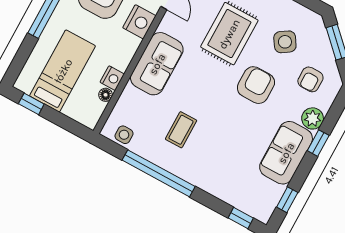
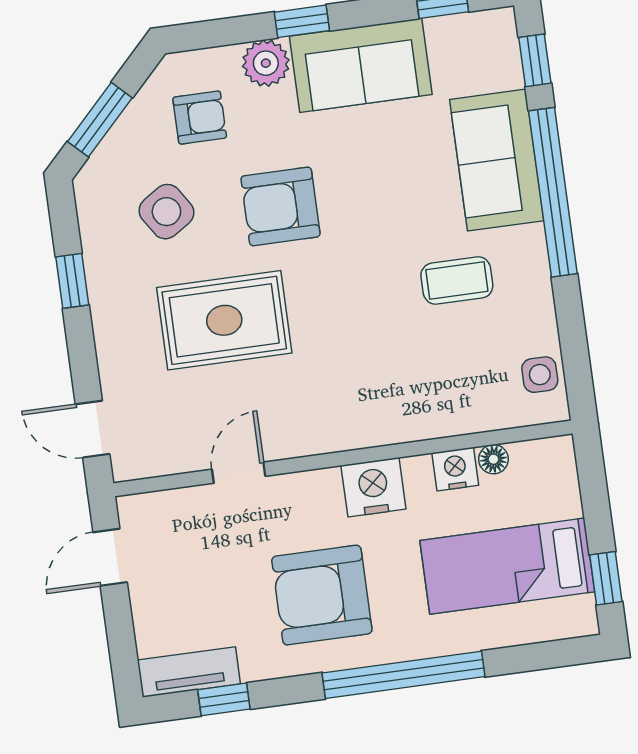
nightstand: (139, 22) -> (373, 487), moved
sofa: (157, 64) -> (497, 160), moved, turned -90
window: (159, 173) -> (553, 192), moved

